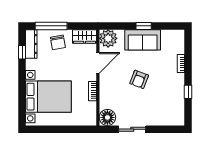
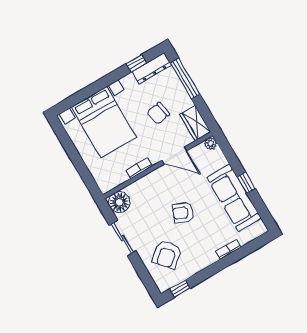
plant: (108, 38) -> (211, 144), width x0.53, depth x0.53
sofa: (143, 40) -> (234, 198), width x1.36
chair: (58, 42) -> (158, 113), moved
window: (188, 92) -> (180, 289), moved
armchair: (160, 106) -> (167, 254), added

